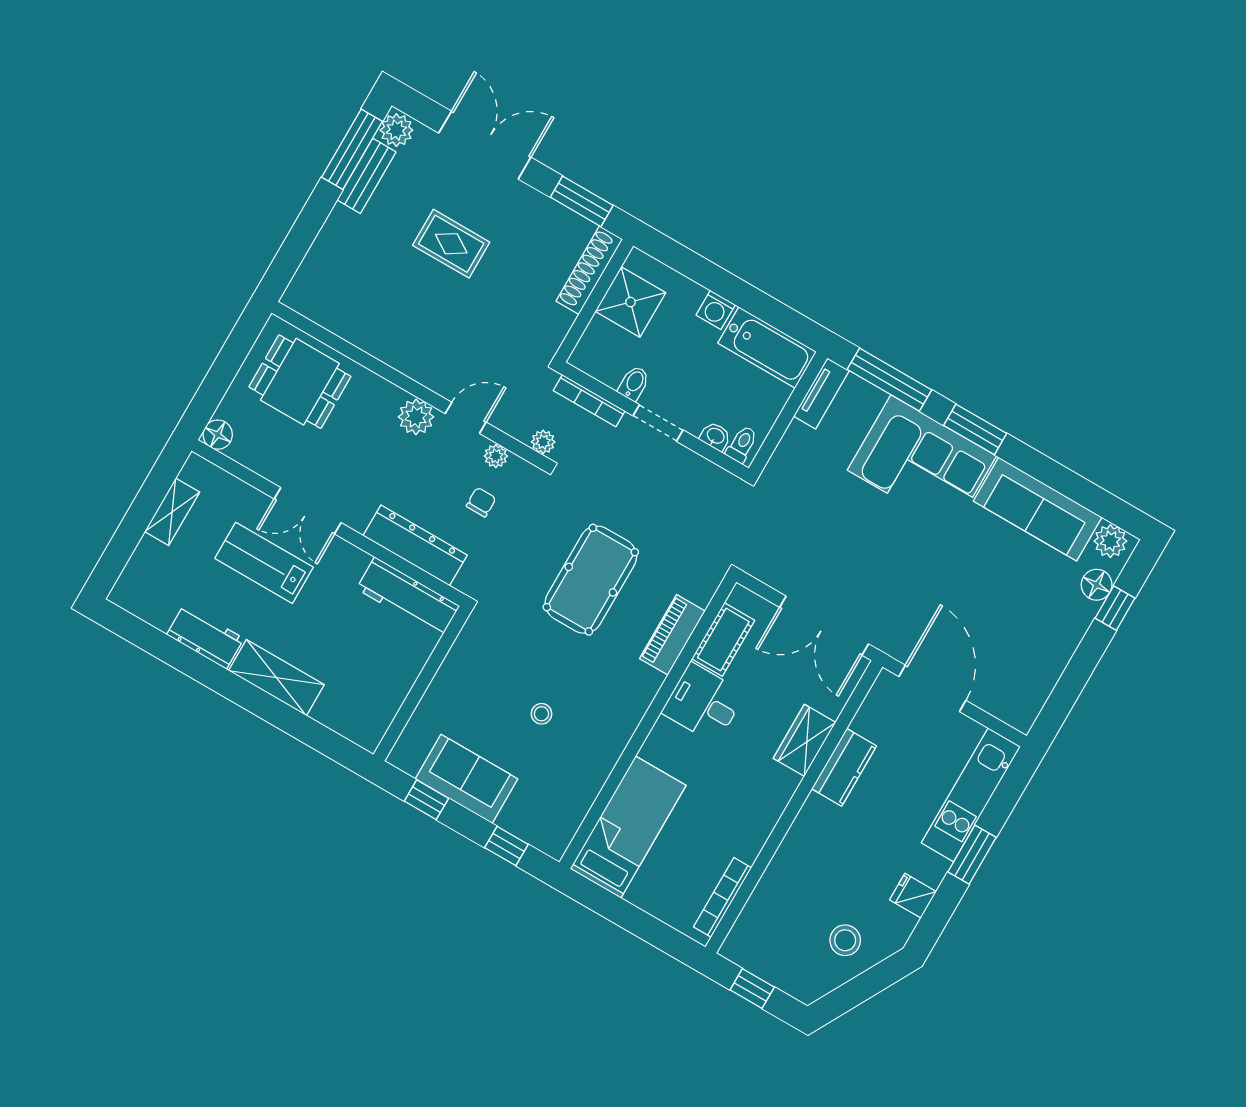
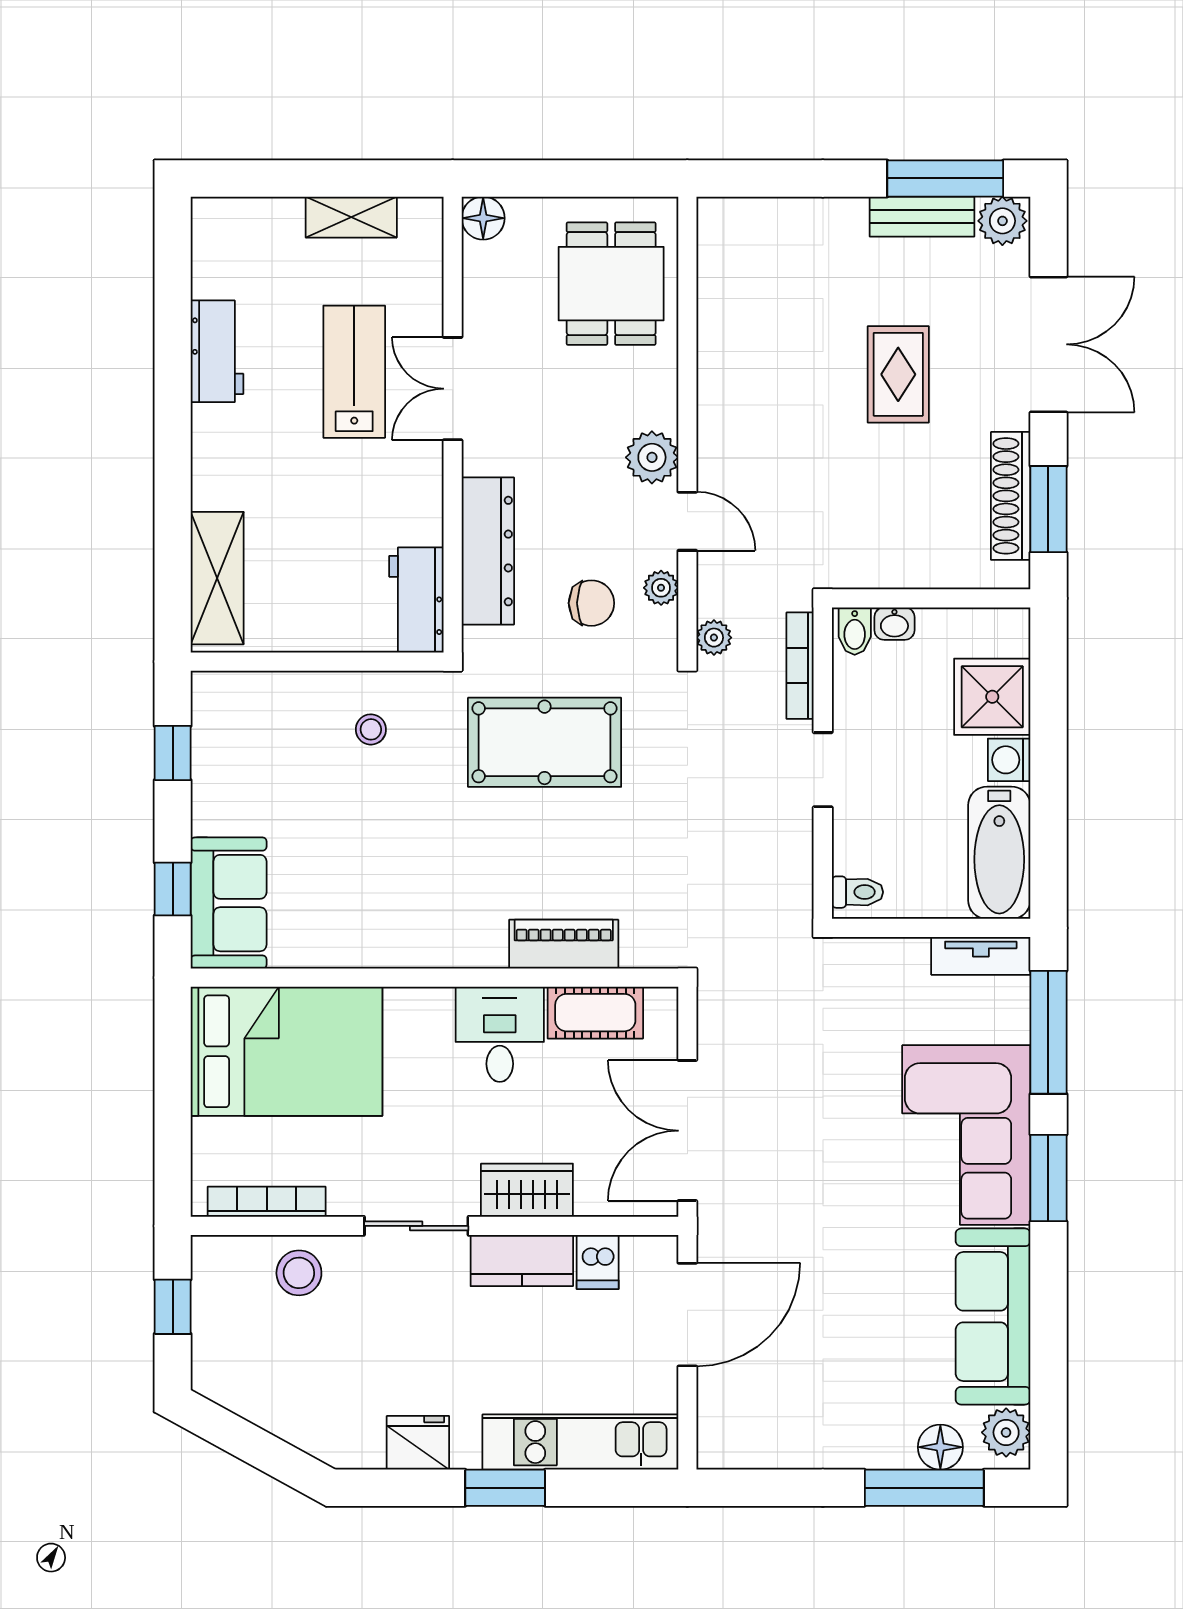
shoe rack: (589, 270) -> (1011, 496), moved, turned -90
shower: (630, 302) -> (992, 697), moved
bidet: (634, 383) -> (855, 631), moved, turned 90
washbasin: (715, 436) -> (894, 624), moved, turned 90
chair: (481, 502) -> (591, 603), width x1.37, depth x1.37
pool table: (591, 580) -> (545, 742), moved
workbench: (408, 597) -> (416, 600), width x0.73
window: (1115, 608) -> (924, 1488), width x2.17
shelving: (276, 678) -> (217, 578), moved
stool: (541, 714) -> (371, 729), moved
dishwasher: (871, 723) -> (598, 1262), added
sofa: (466, 779) -> (229, 903), moved
sliding door: (788, 818) -> (416, 1226), added
bed: (628, 827) -> (287, 1051), width x1.50
fridge: (913, 896) -> (418, 1443), width x1.38
stool: (845, 940) -> (299, 1273), moved

